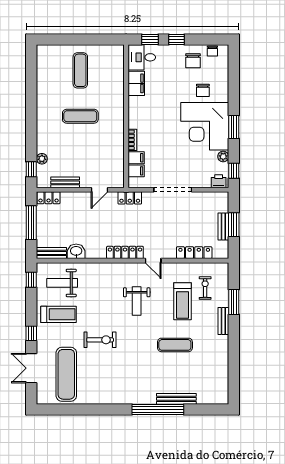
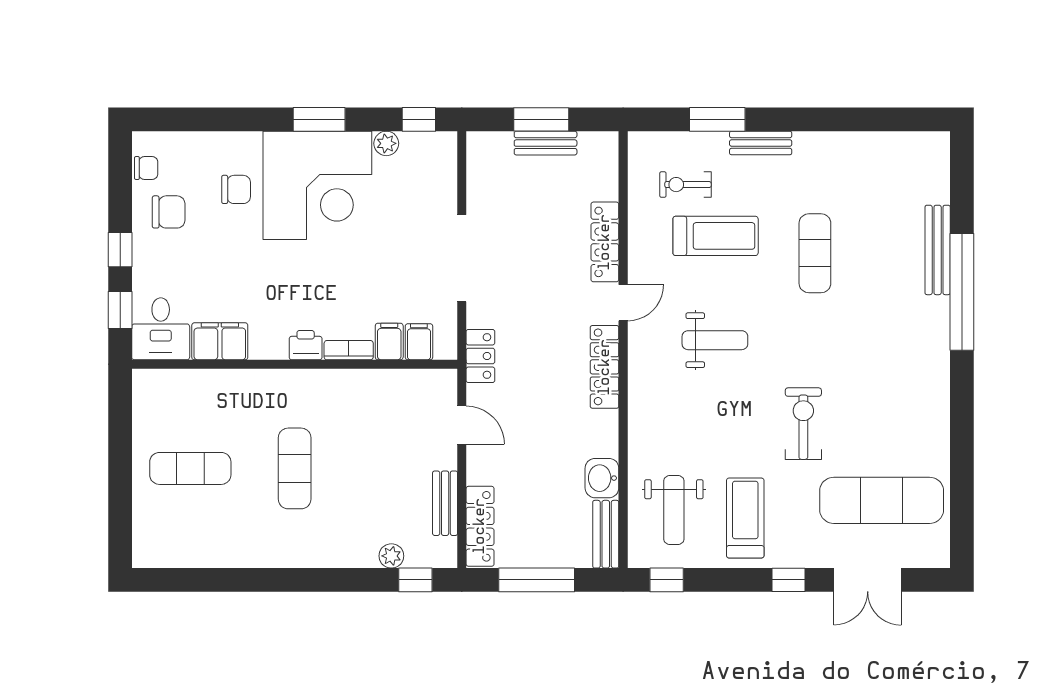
printer: (219, 181) -> (306, 345), moved, turned 90
locker: (49, 198) -> (480, 526), width x1.53
locker: (194, 253) -> (605, 242), moved

